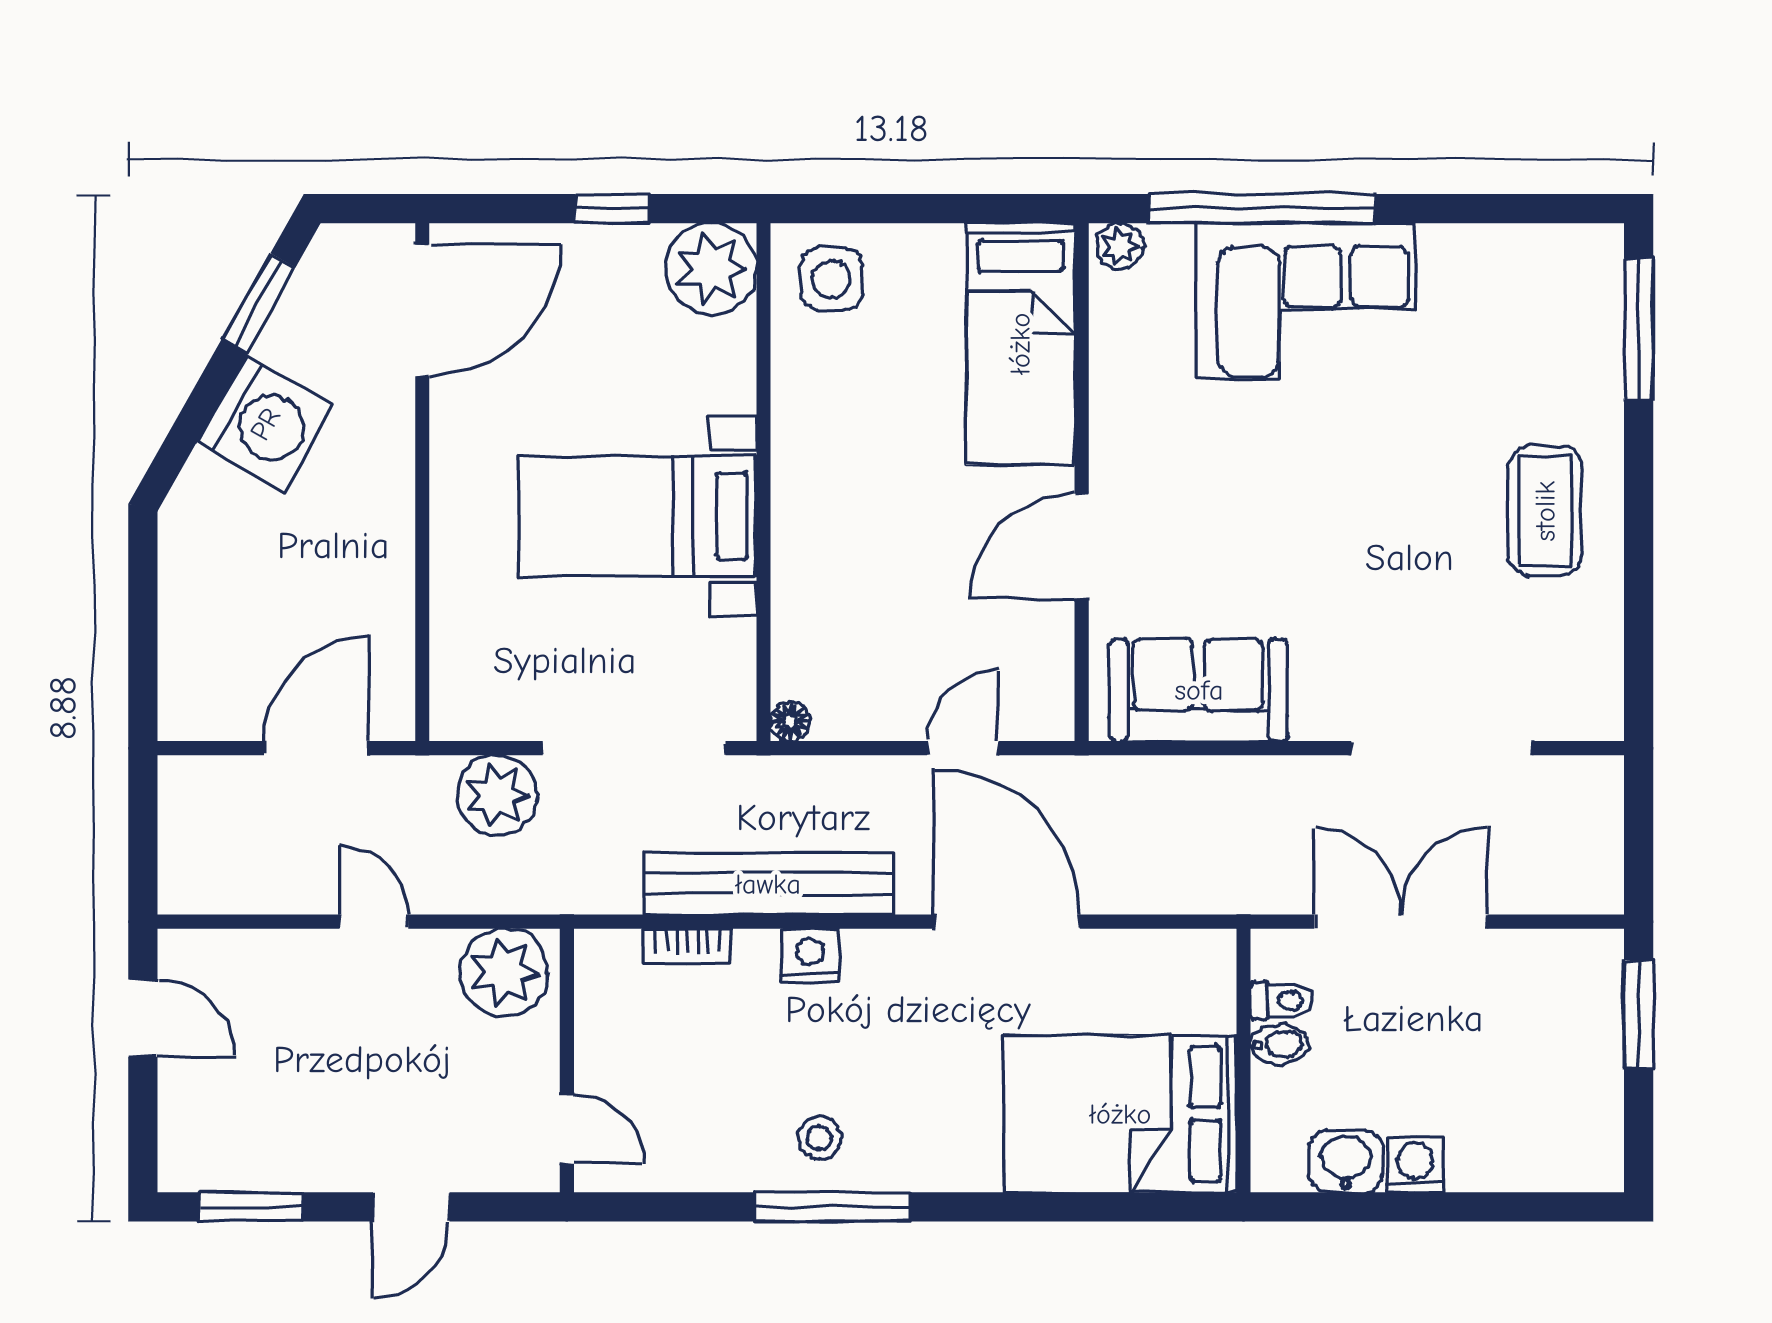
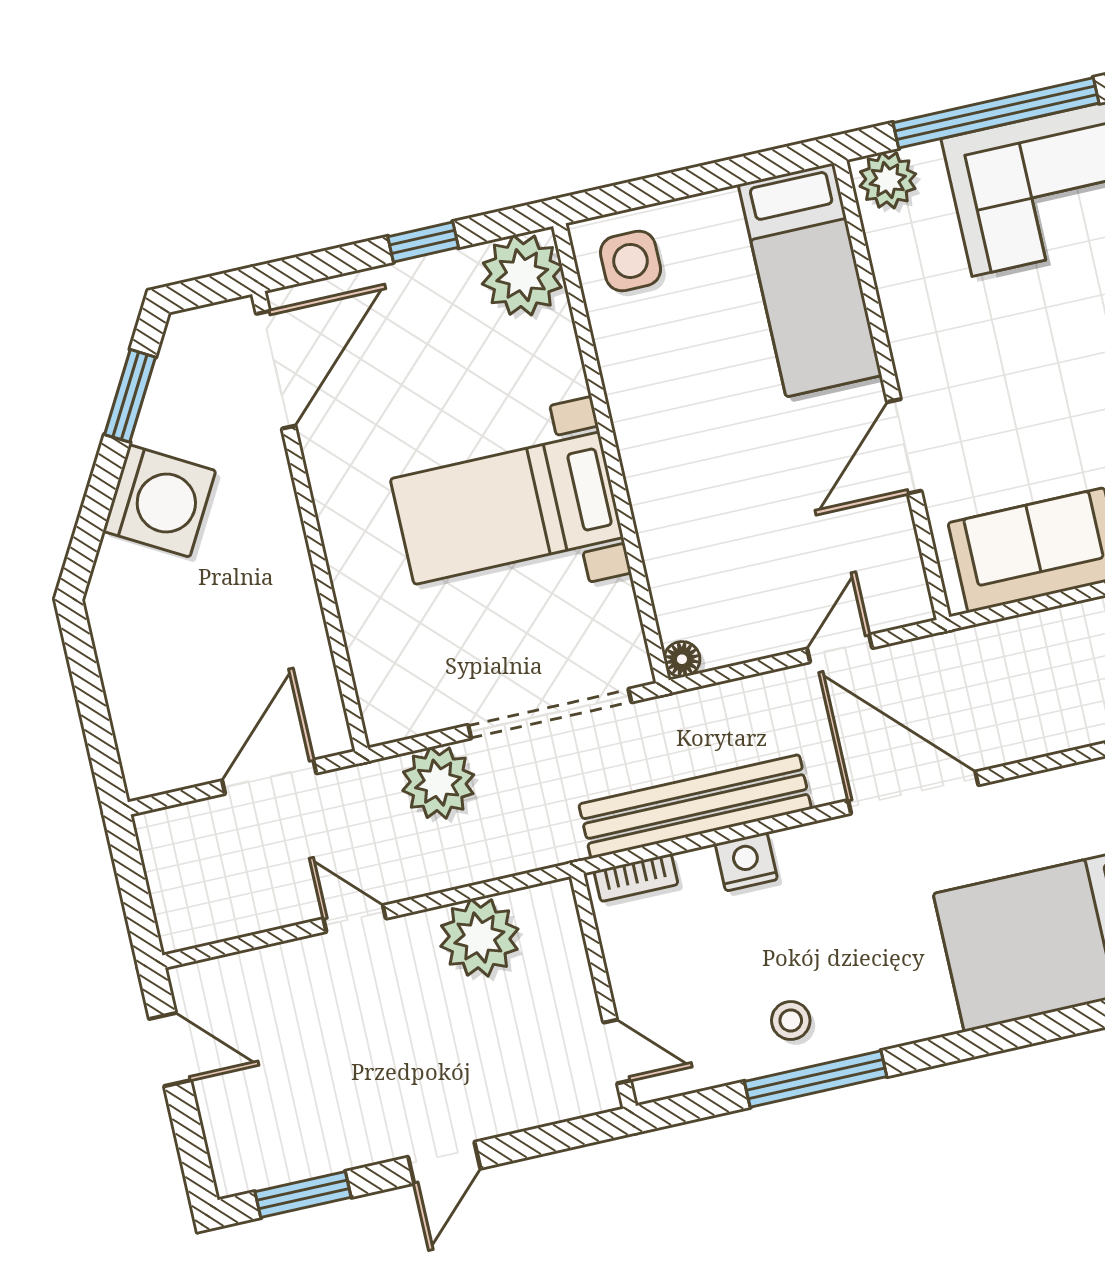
plant: (1120, 246) -> (888, 180), width x1.38, depth x1.38
wall: (567, 1060) -> (603, 991), moved
door: (567, 1129) -> (617, 1051), moved

